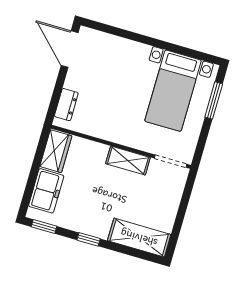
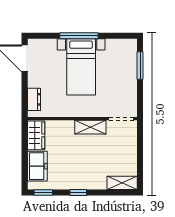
window: (147, 40) -> (79, 36), added
bed with nightstands: (173, 91) -> (81, 67), moved
shelving: (139, 238) -> (122, 183), width x0.67, depth x0.75

